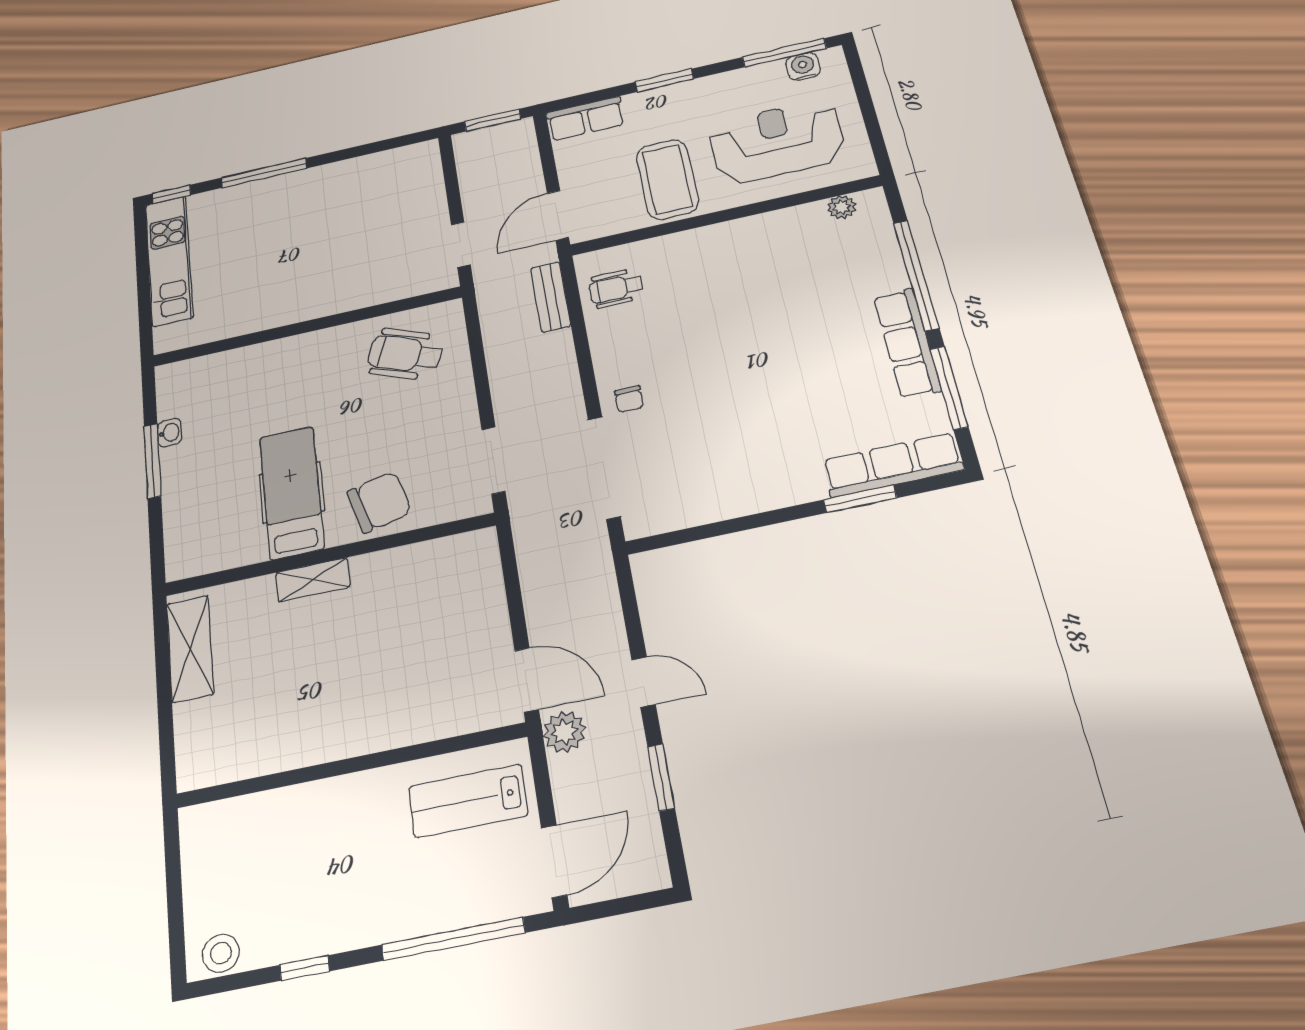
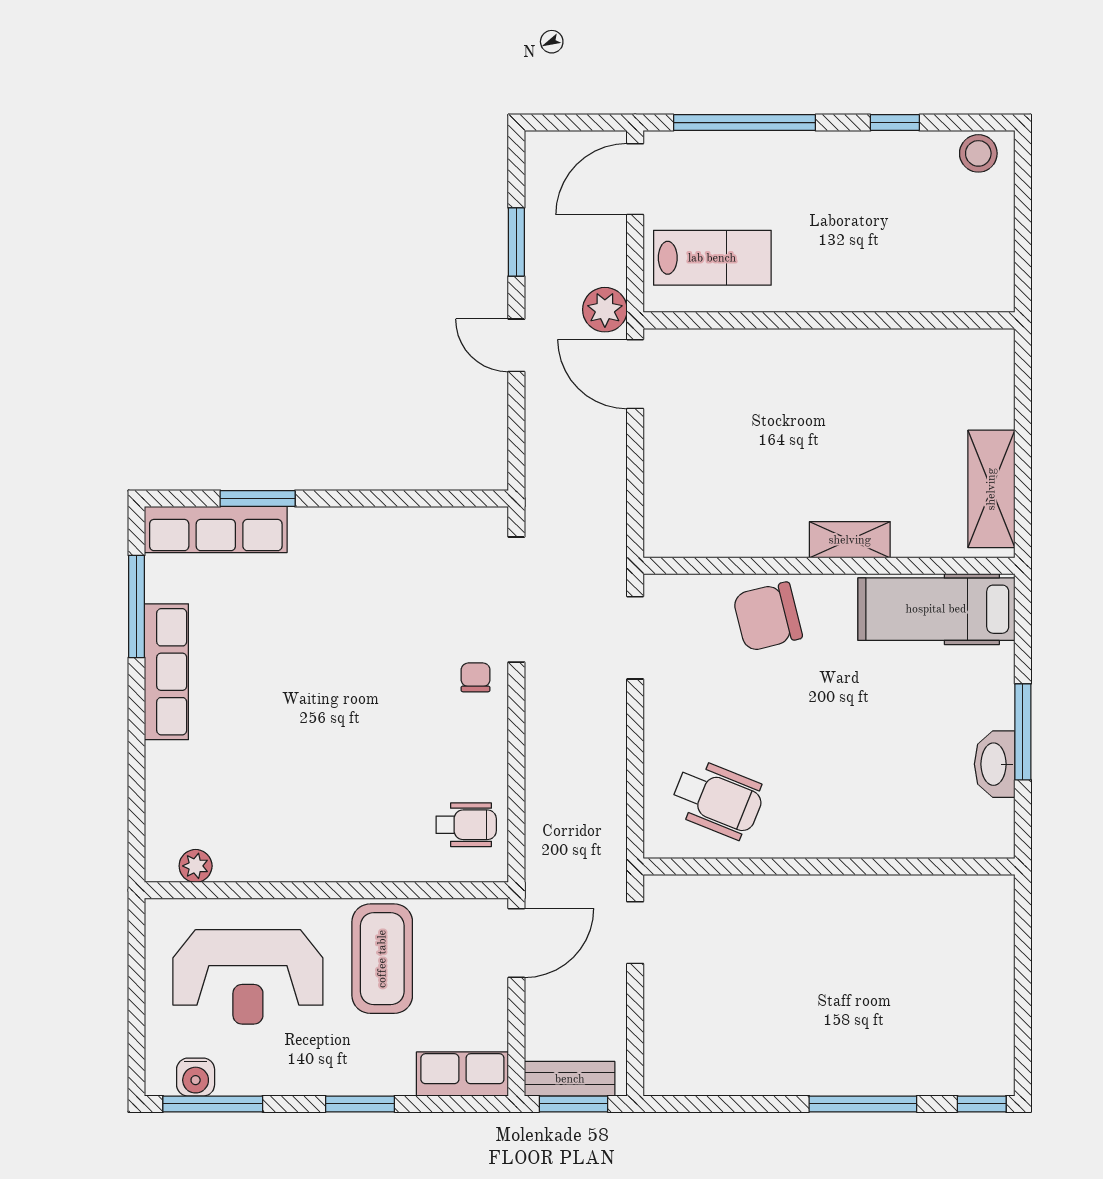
kitchen unit: (169, 261) -> (989, 1005), removed
window: (916, 275) -> (137, 755), removed
bench: (551, 297) -> (570, 1079), moved, turned 90
washbasin: (170, 433) -> (995, 764), width x1.91, depth x1.45
hospital bed: (292, 492) -> (936, 609), moved, turned 90

